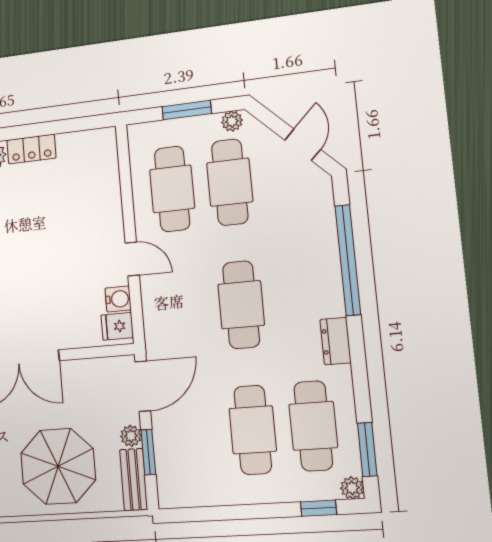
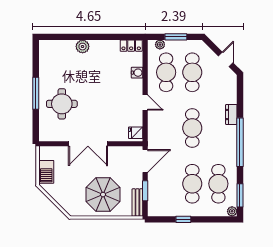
plant: (232, 121) -> (160, 45), moved
locker: (31, 149) -> (131, 46), moved
window: (348, 260) -> (240, 142), moved
water cooler: (118, 299) -> (137, 73), moved
dresser: (335, 341) -> (231, 115), moved
plant: (131, 436) -> (138, 183), removed
window: (319, 508) -> (183, 219), moved

